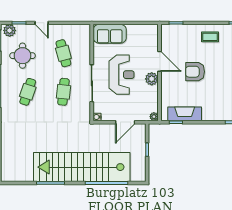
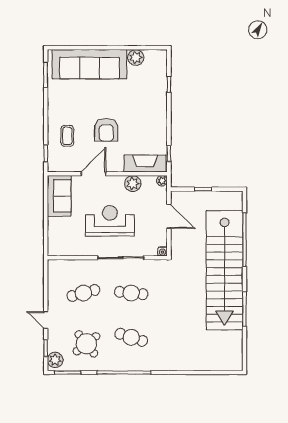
door: (42, 23) -> (46, 320), swing flipped
sofa: (110, 34) -> (59, 196), moved
coffee table: (210, 37) -> (67, 136), moved
round table: (23, 56) -> (86, 344), turned -38
plant: (152, 79) -> (133, 184), moved
fireplace: (185, 114) -> (145, 164), moved, turned 90

